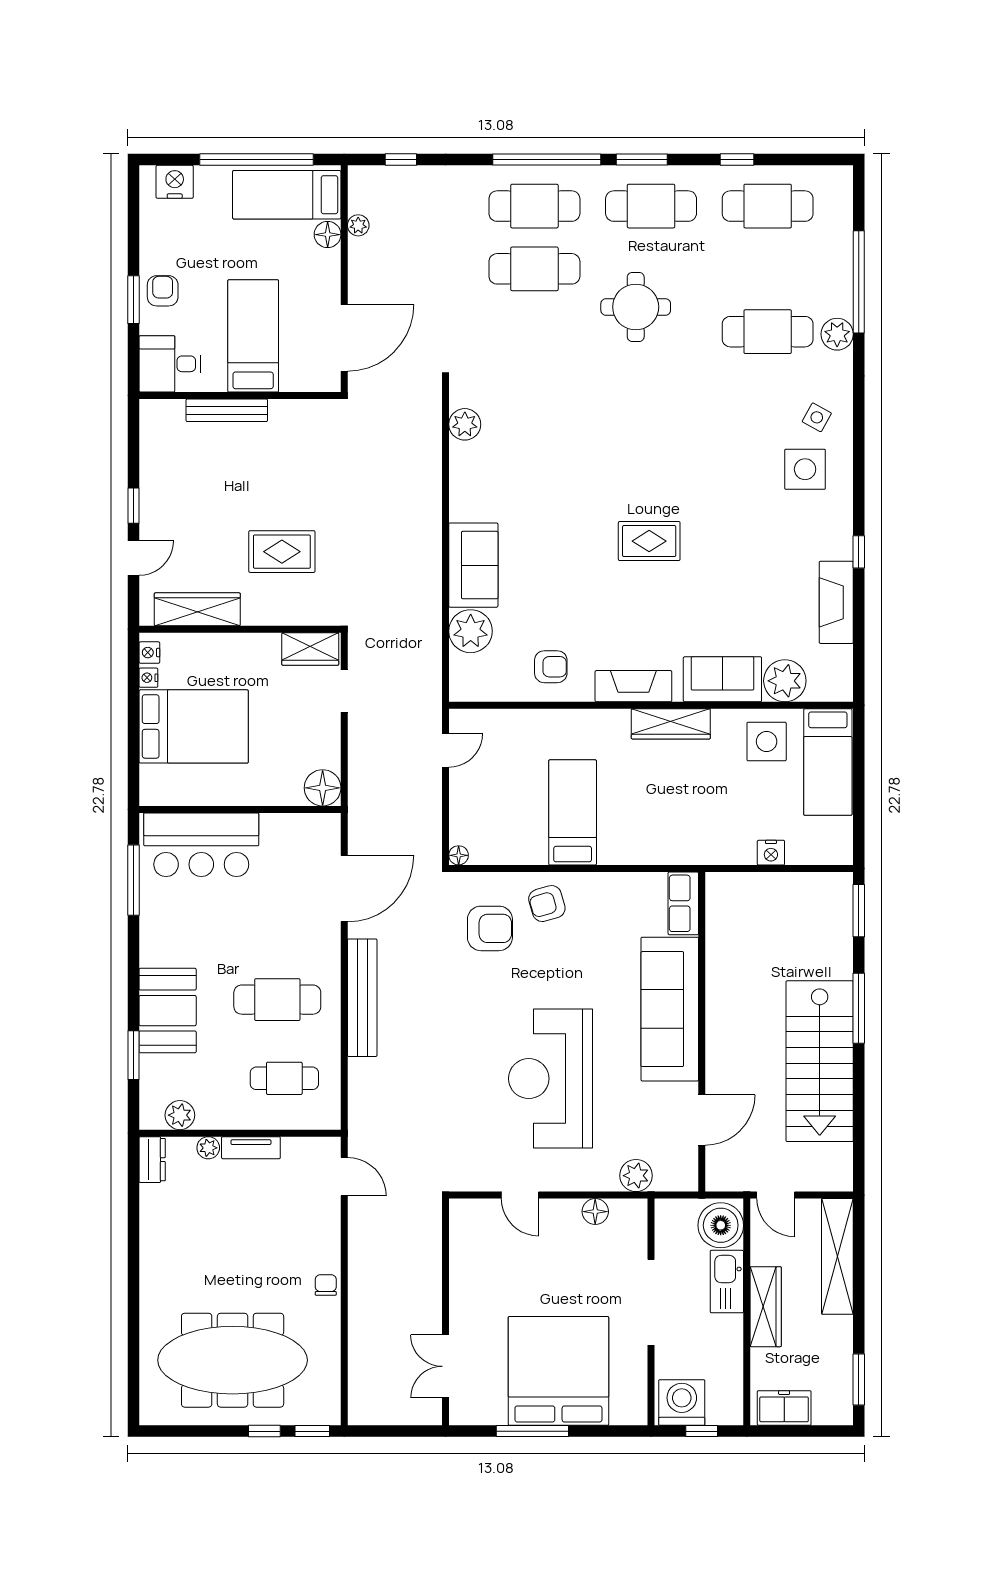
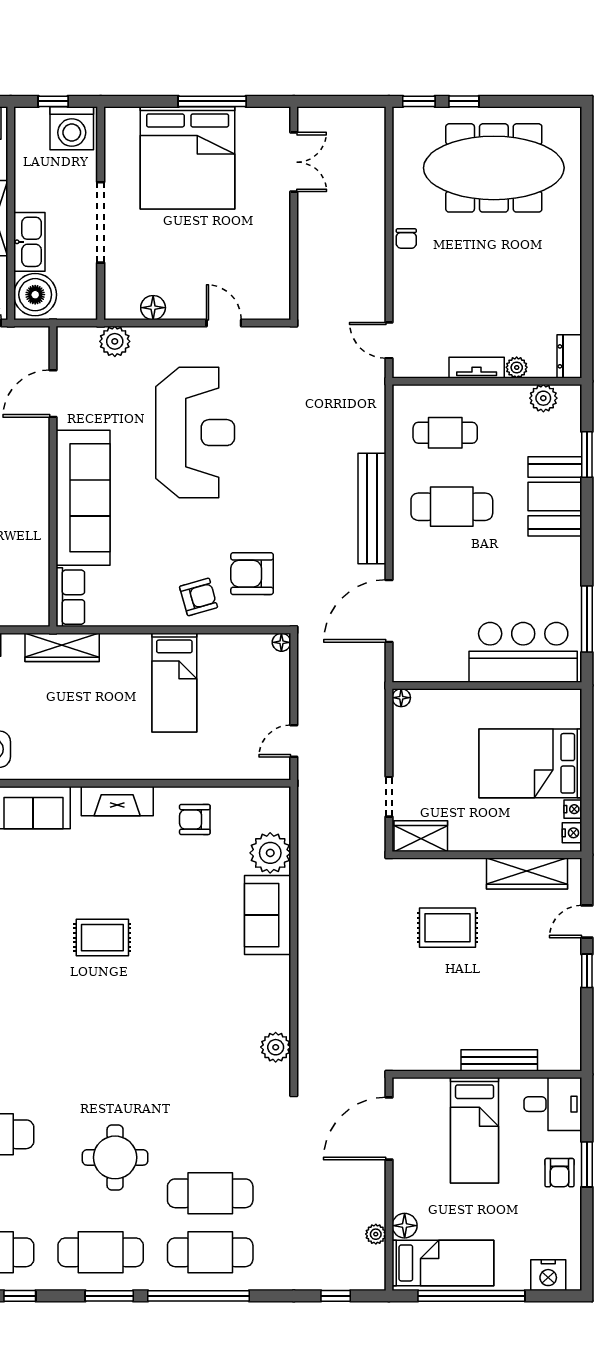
wardrobe: (671, 724) -> (62, 647), moved, turned 180
floor lamp: (323, 788) -> (401, 698), width x0.53, depth x0.53

